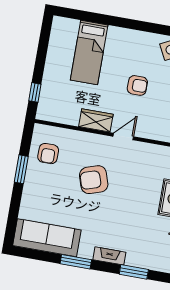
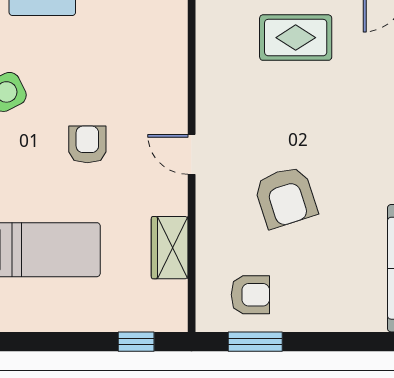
wardrobe: (96, 120) -> (170, 248), moved
window: (21, 169) -> (255, 342), moved

